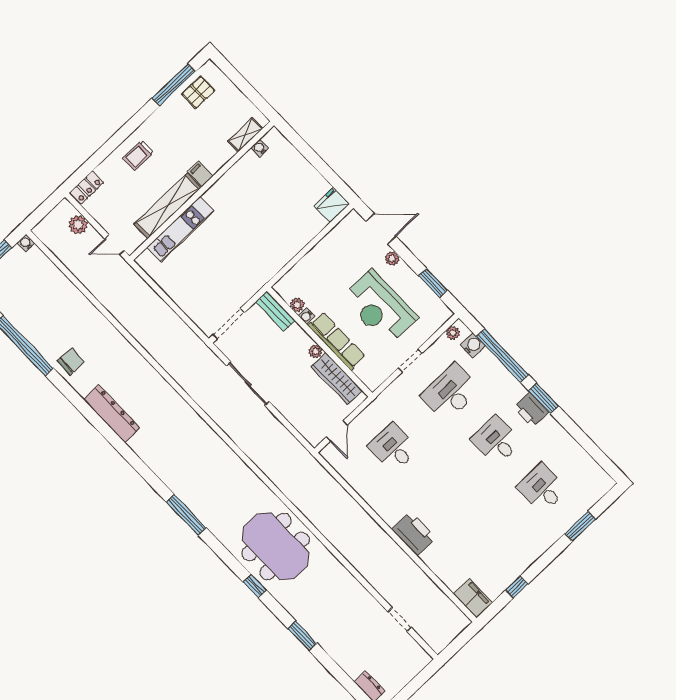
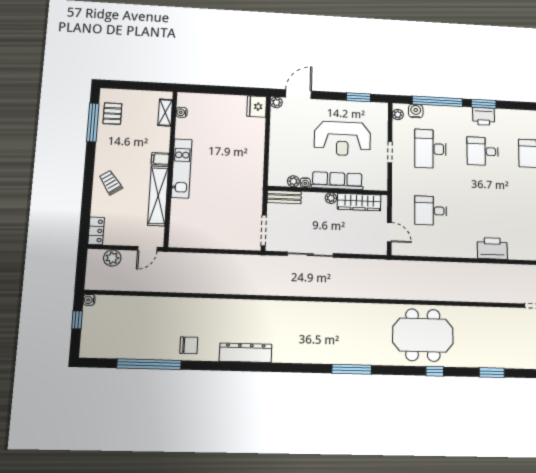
trolley: (138, 155) -> (111, 183), turned 145
kitchen unit: (180, 229) -> (182, 168), moved
plant: (392, 259) -> (276, 102), moved
chair: (71, 362) -> (189, 345), turned 88

